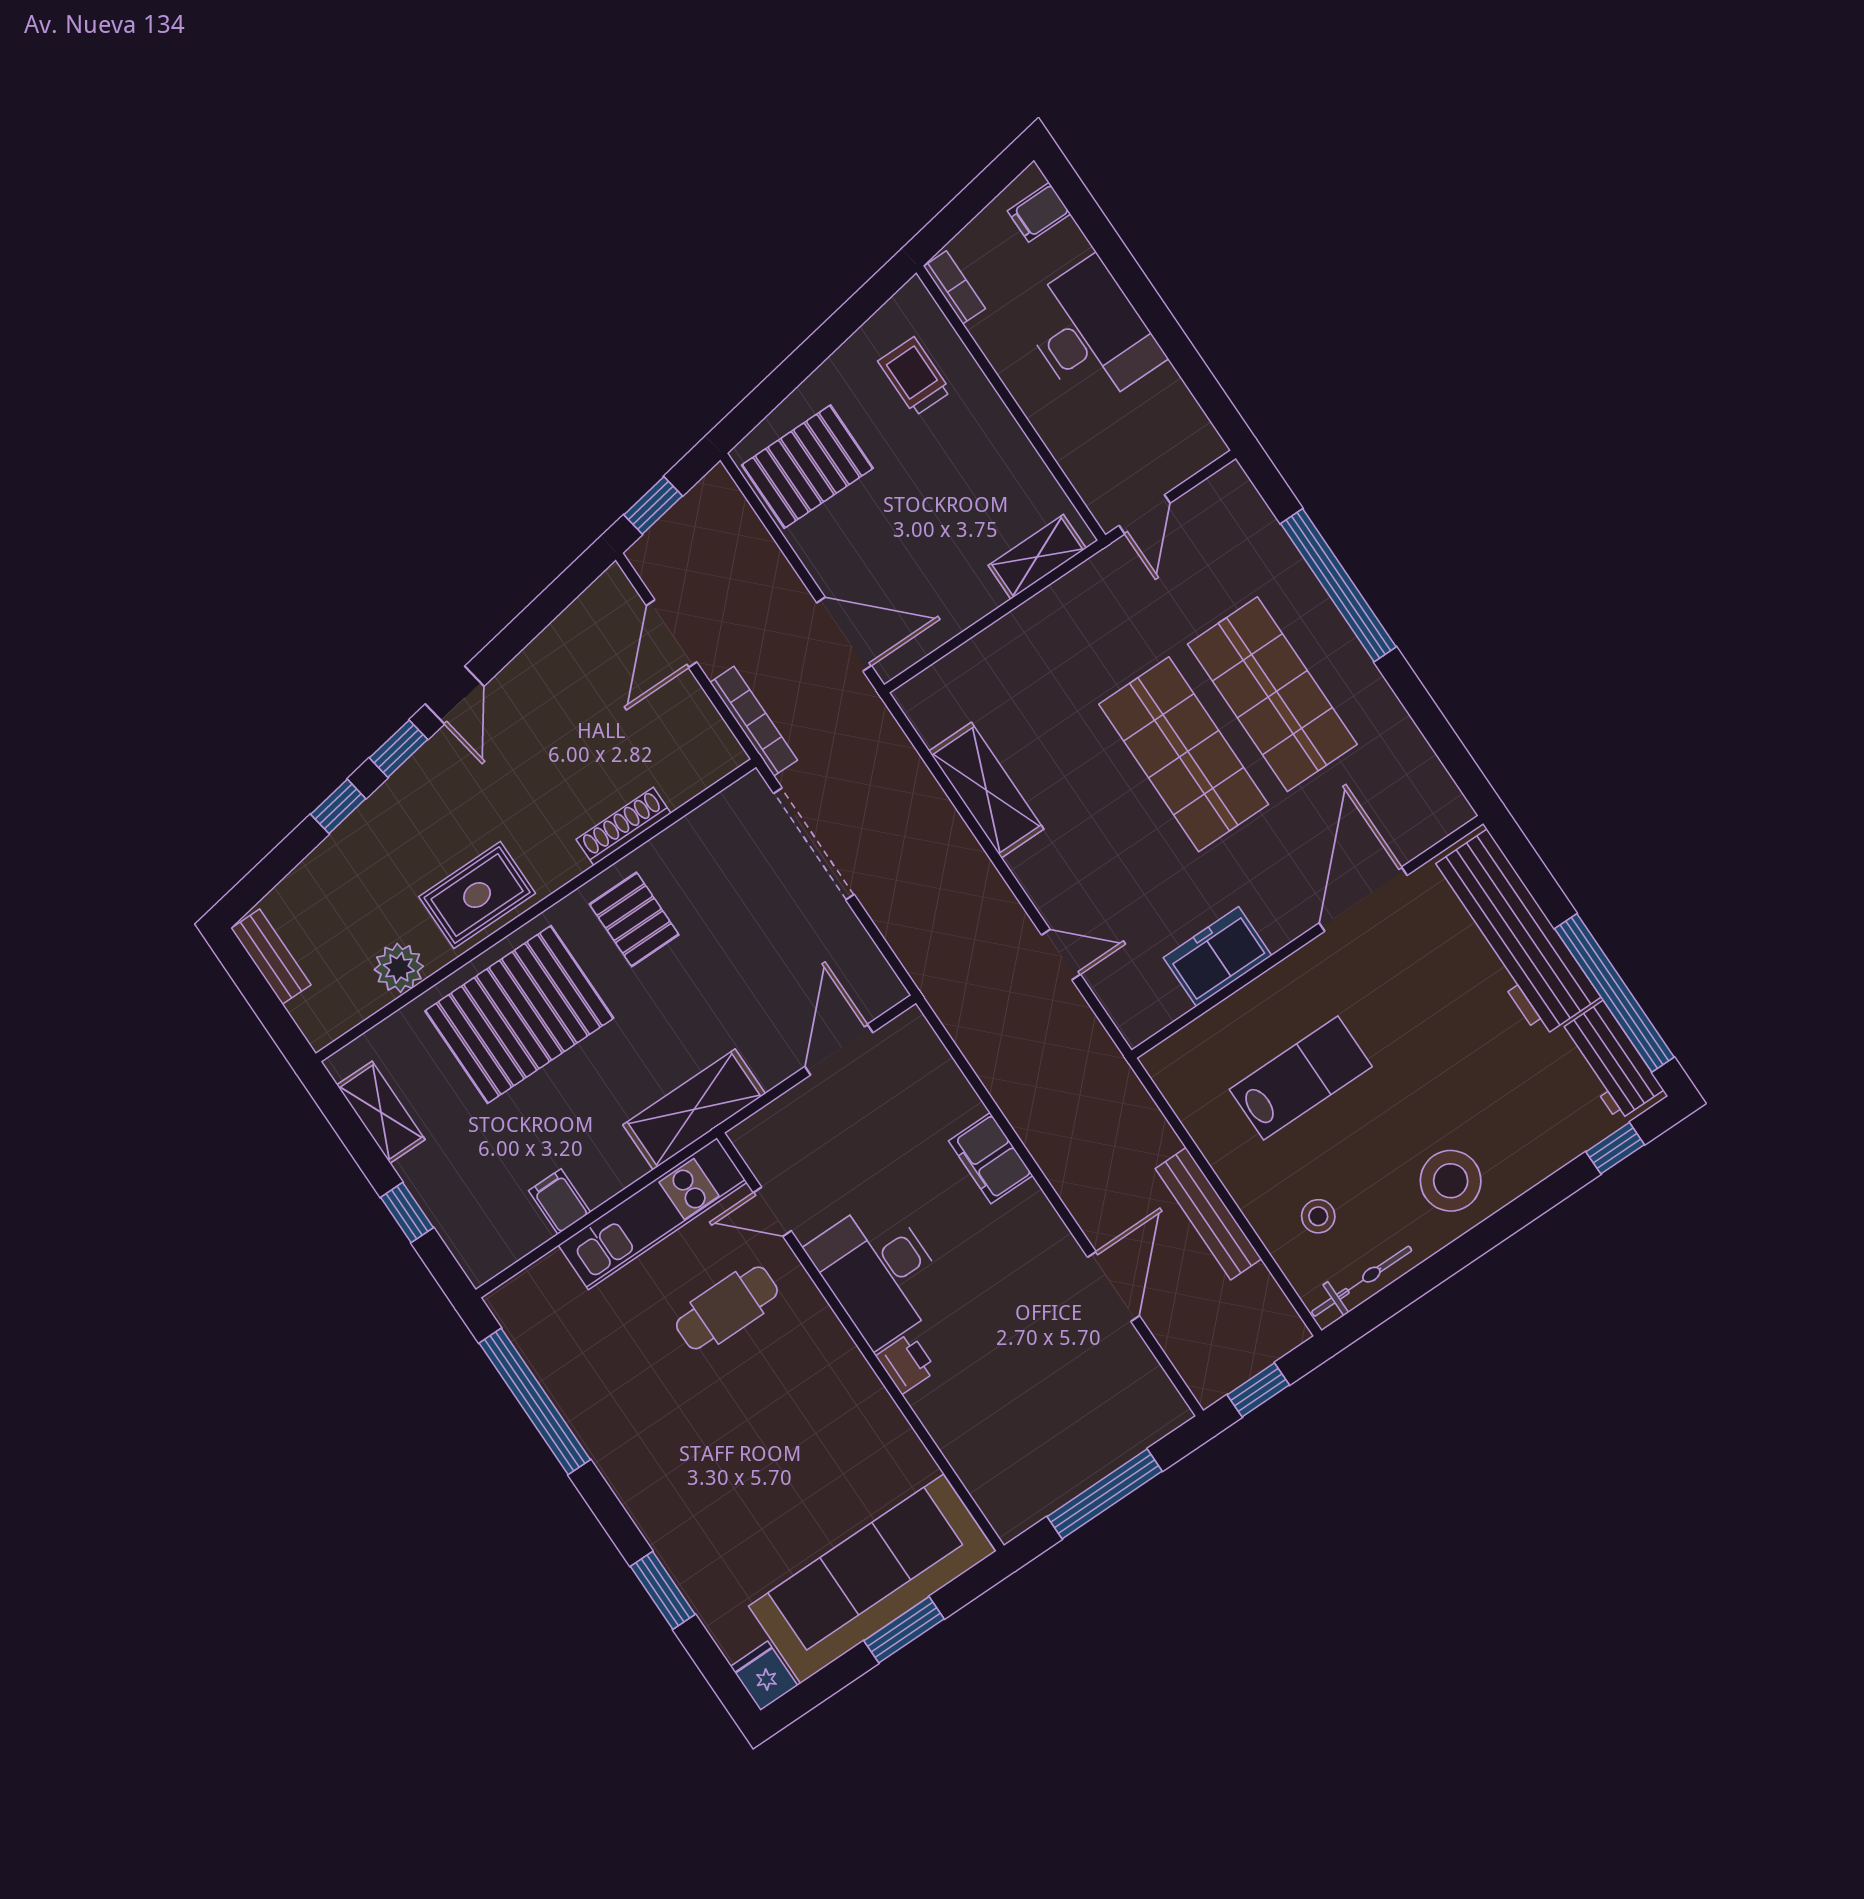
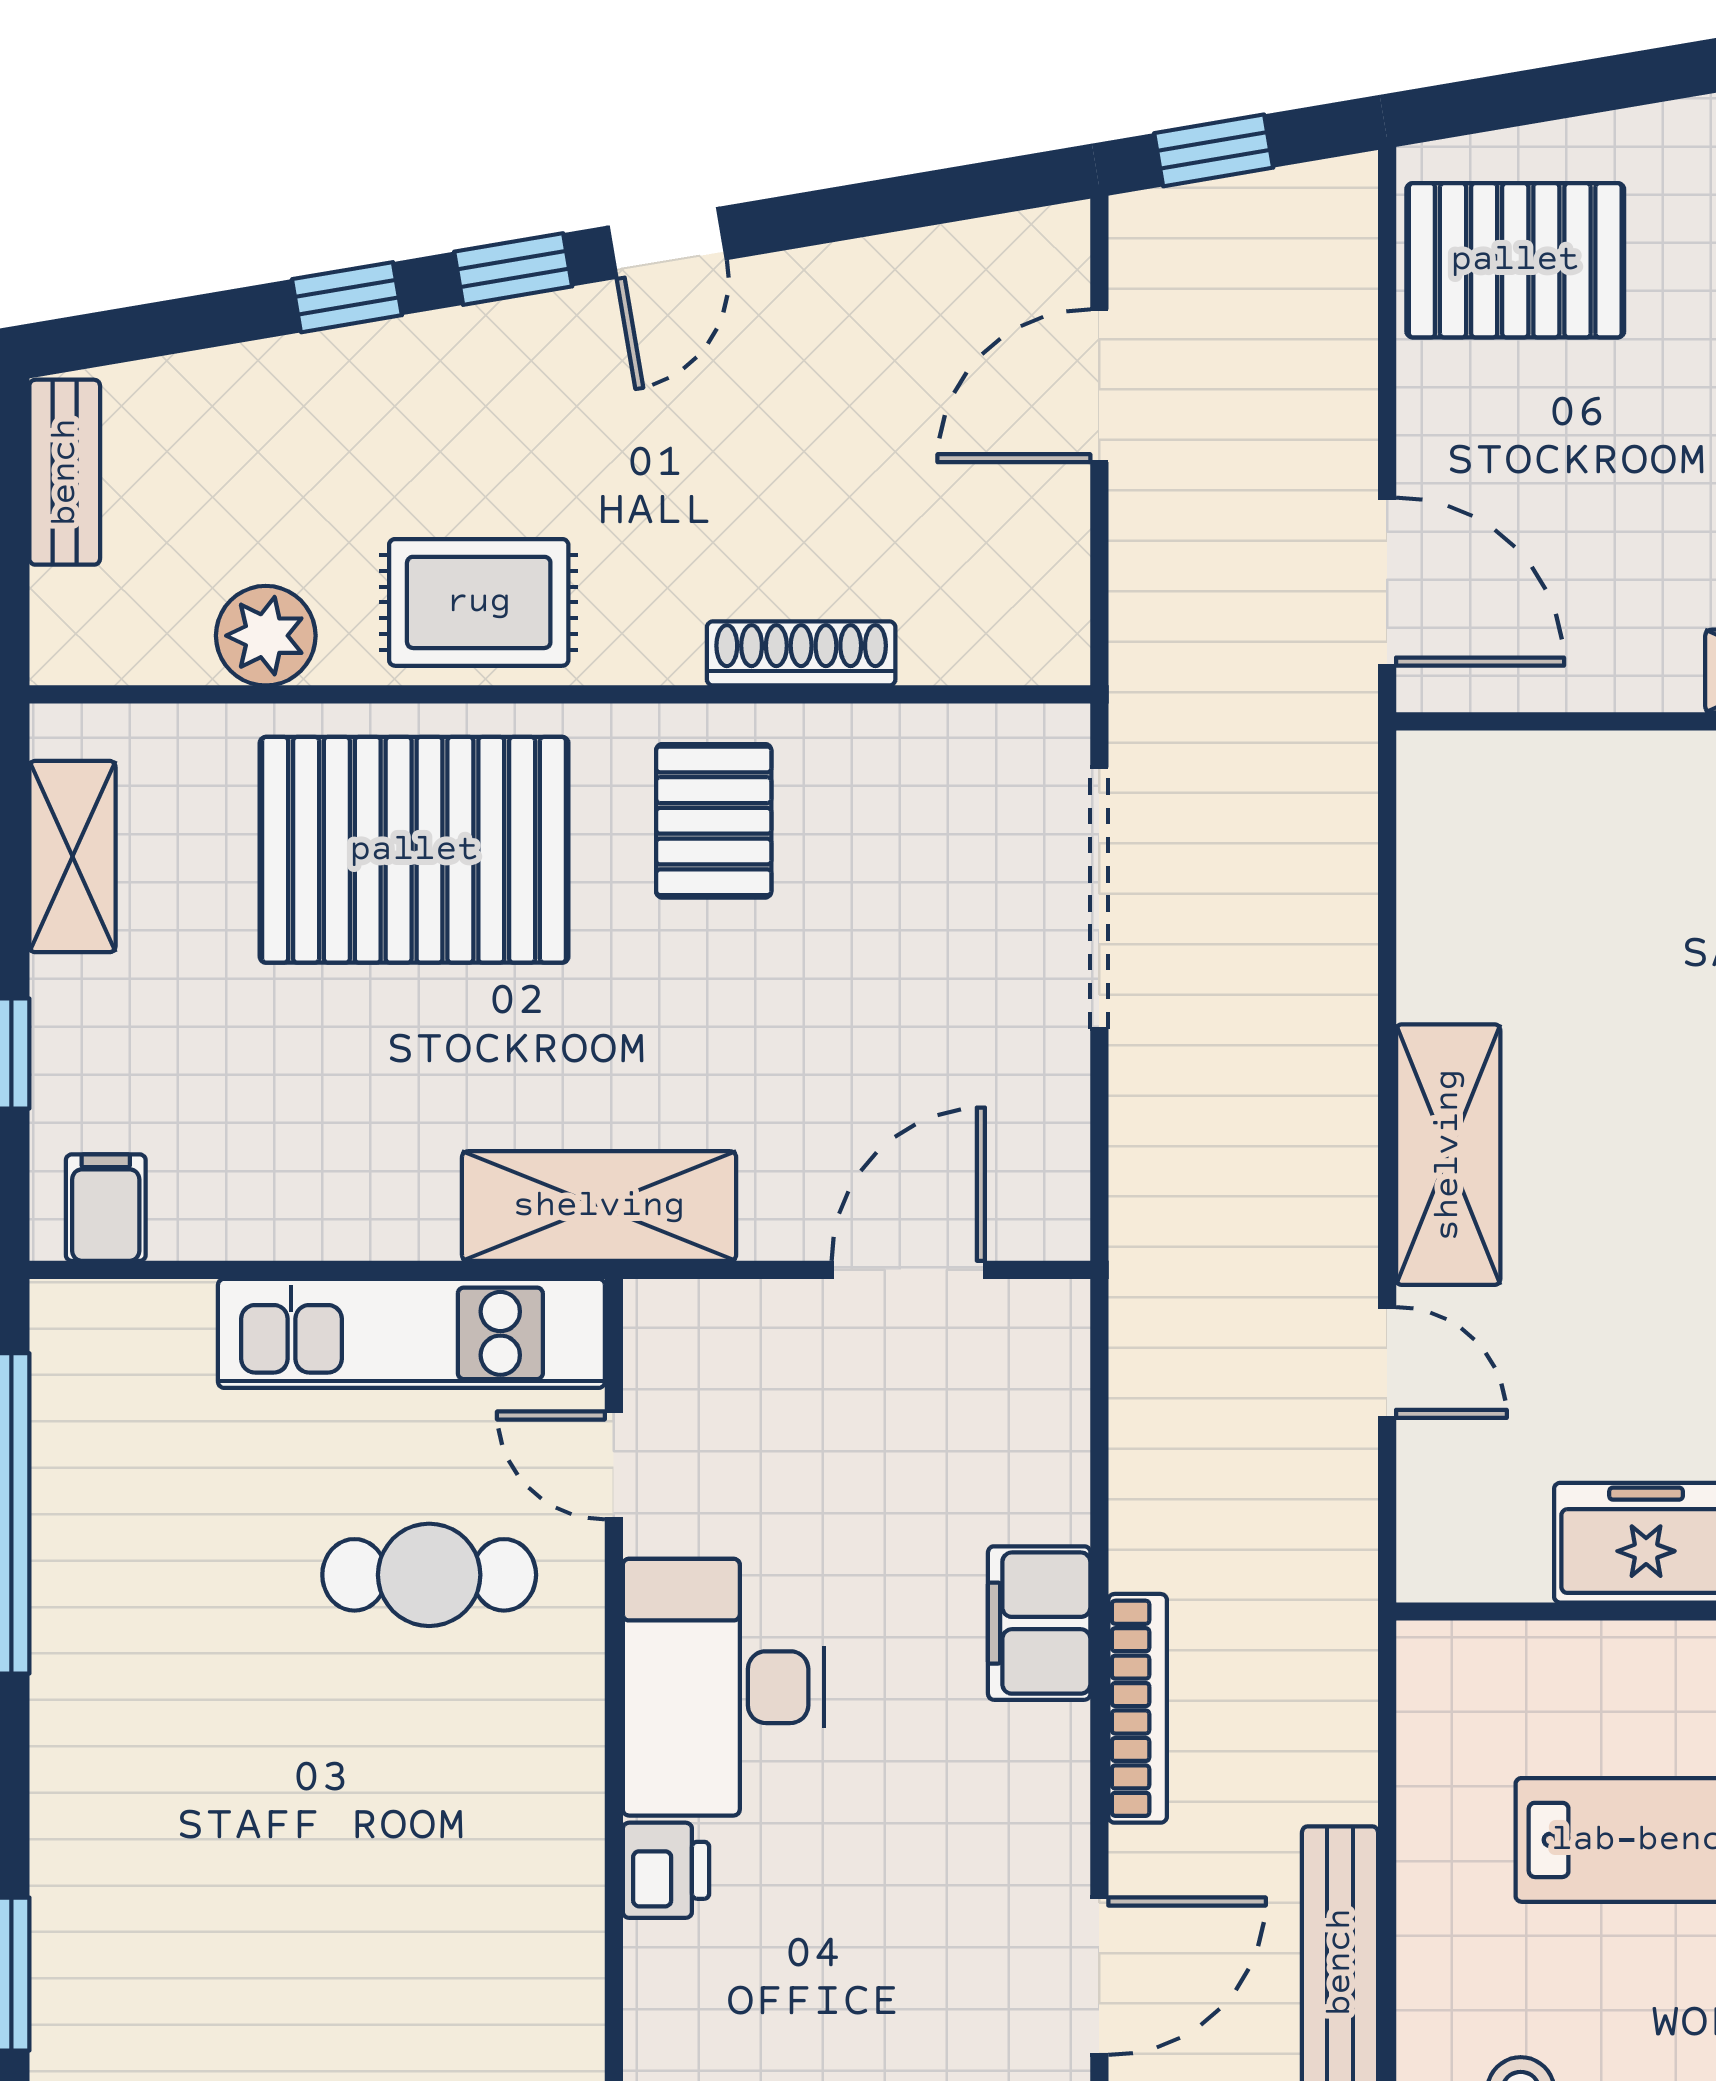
bookcase: (754, 721) -> (1138, 1708), moved
shelving: (986, 790) -> (1448, 1155), moved
filing cabinet: (559, 1201) -> (106, 1208), moved

